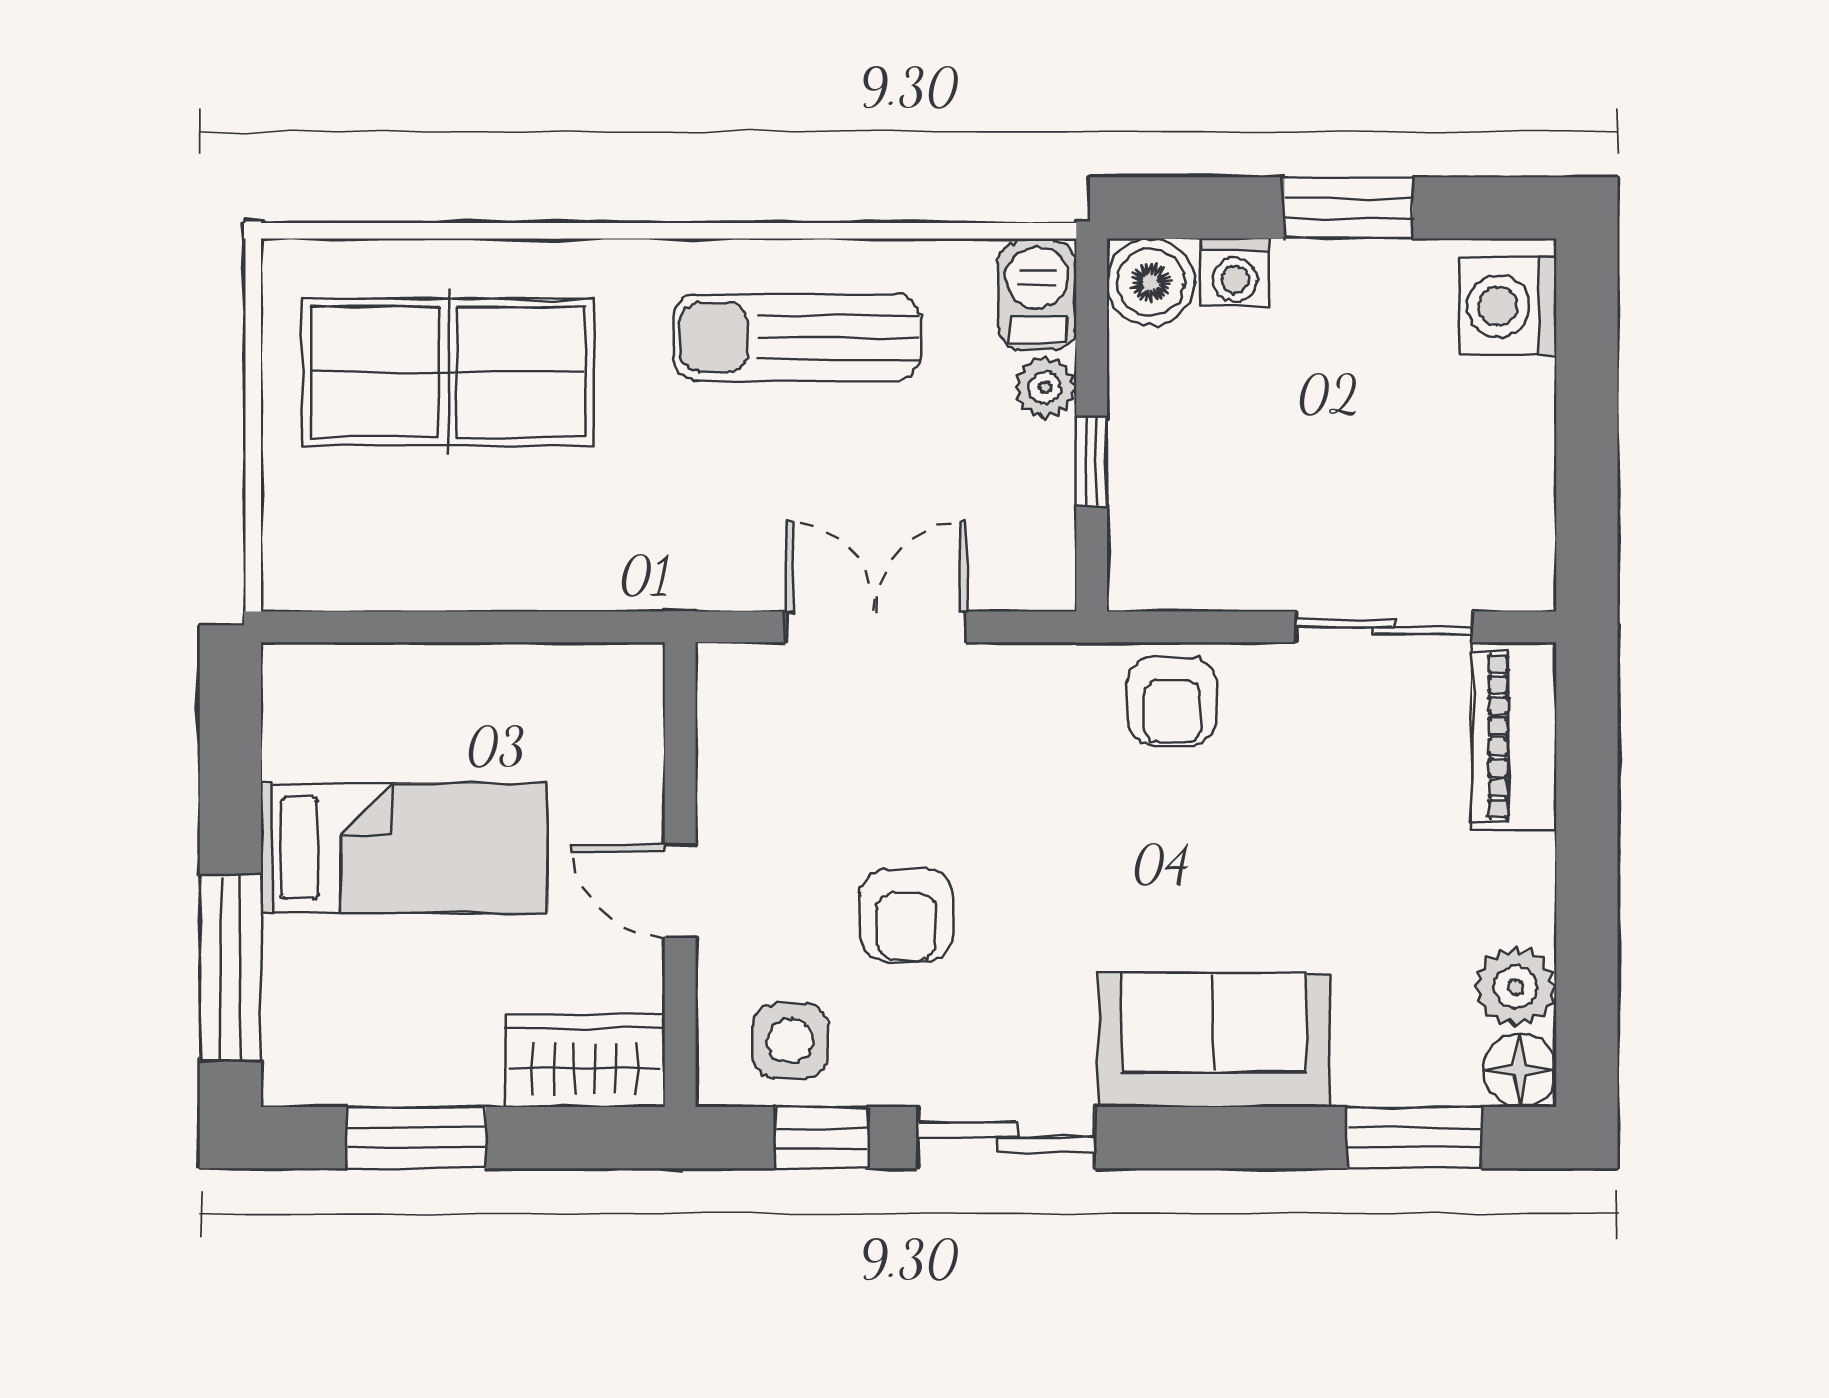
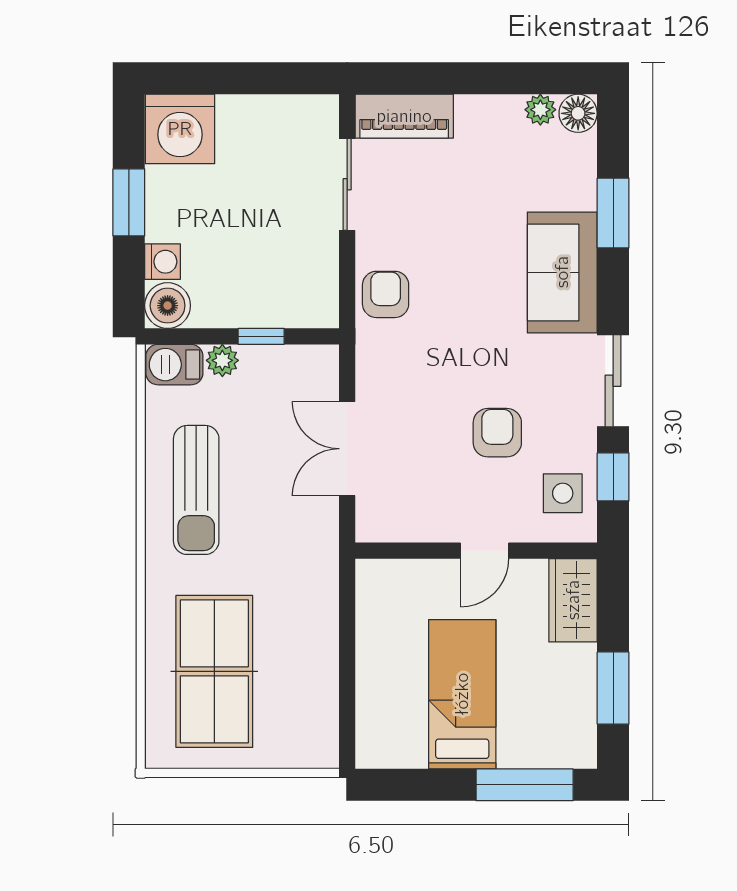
washing machine: (1508, 306) -> (180, 129), width x1.37, depth x1.37
armchair: (1172, 701) -> (386, 294), turned -90
armchair: (907, 915) -> (497, 433), turned -90
plant: (1515, 987) -> (540, 110), width x0.73, depth x0.73
window: (1414, 1138) -> (613, 213), moved

